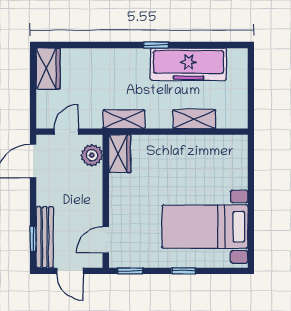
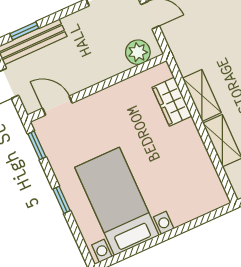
shelving: (124, 119) -> (202, 95), moved
wardrobe: (120, 154) -> (172, 102), moved, turned 90

